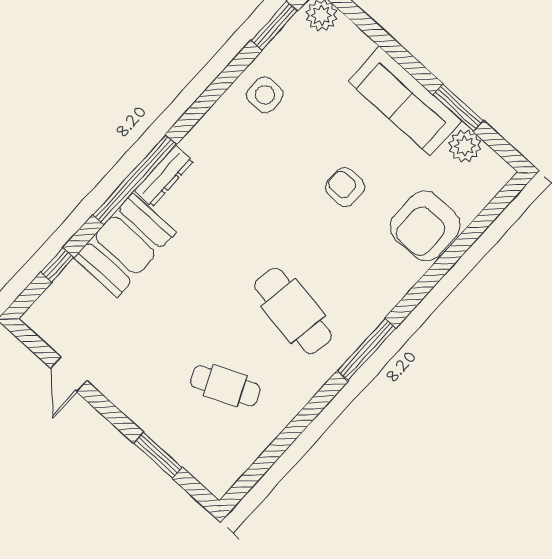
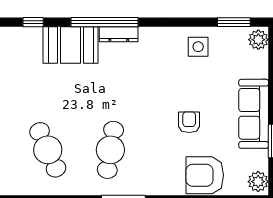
plant: (465, 146) -> (258, 182), moved
cafe table: (225, 386) -> (48, 150), width x1.37, depth x1.35

